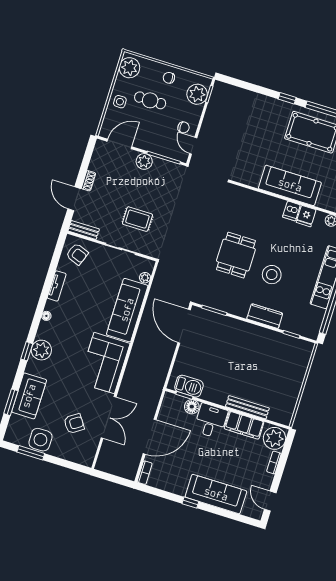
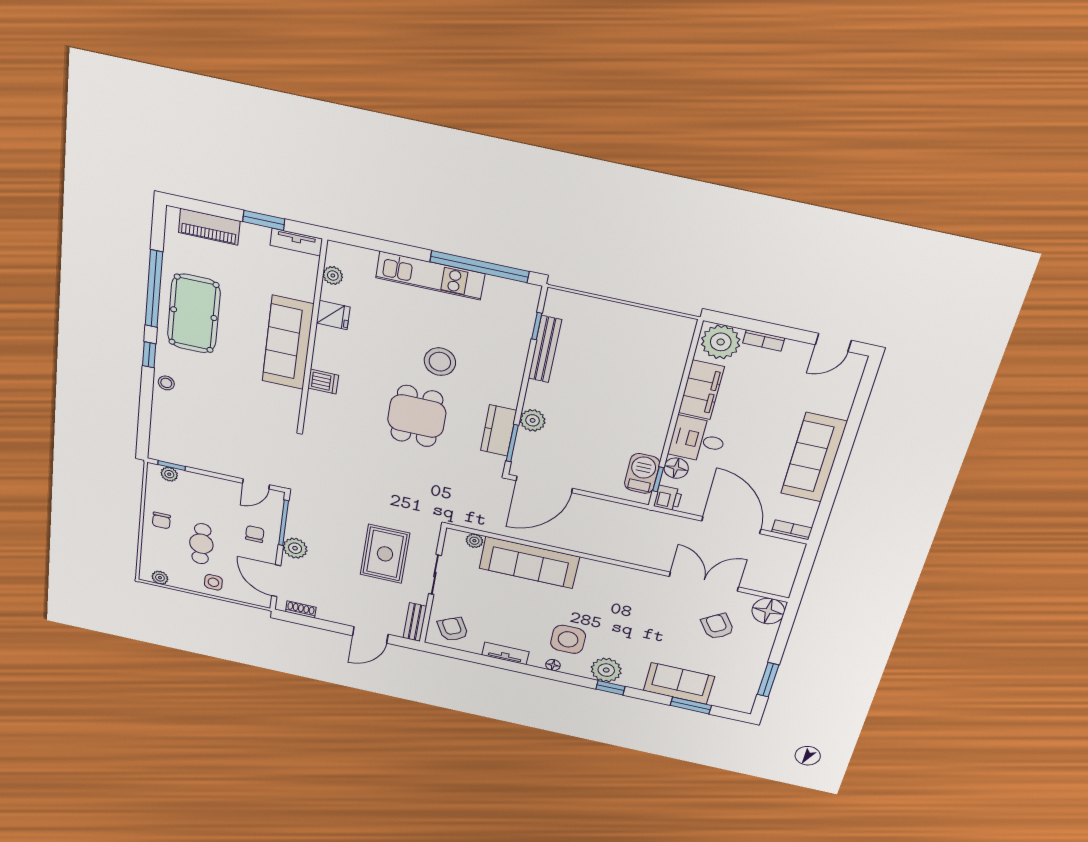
plant: (129, 68) -> (160, 578), width x0.53, depth x0.53
plant: (197, 94) -> (169, 474), width x0.53, depth x0.53
stool: (267, 104) -> (166, 383), added
chair: (184, 127) -> (255, 534), moved
shoe rack: (88, 181) -> (301, 610), moved
dishwasher: (291, 211) -> (323, 382), moved
rug: (137, 219) -> (385, 554), width x1.36, depth x1.43
armchair: (77, 254) -> (453, 629), turned -48
dining table: (236, 255) -> (417, 416), turned 90
kitchen counter: (265, 316) -> (498, 430), moved
plant: (229, 325) -> (533, 420), added
corner sofa: (104, 363) -> (617, 590), removed
printer: (171, 400) -> (668, 498), added
bench: (247, 407) -> (545, 349), moved
side table: (40, 440) -> (568, 639), moved
floor lamp: (85, 456) -> (768, 611), added
sofa: (216, 494) -> (814, 458), moved
window: (190, 503) -> (840, 463), removed

